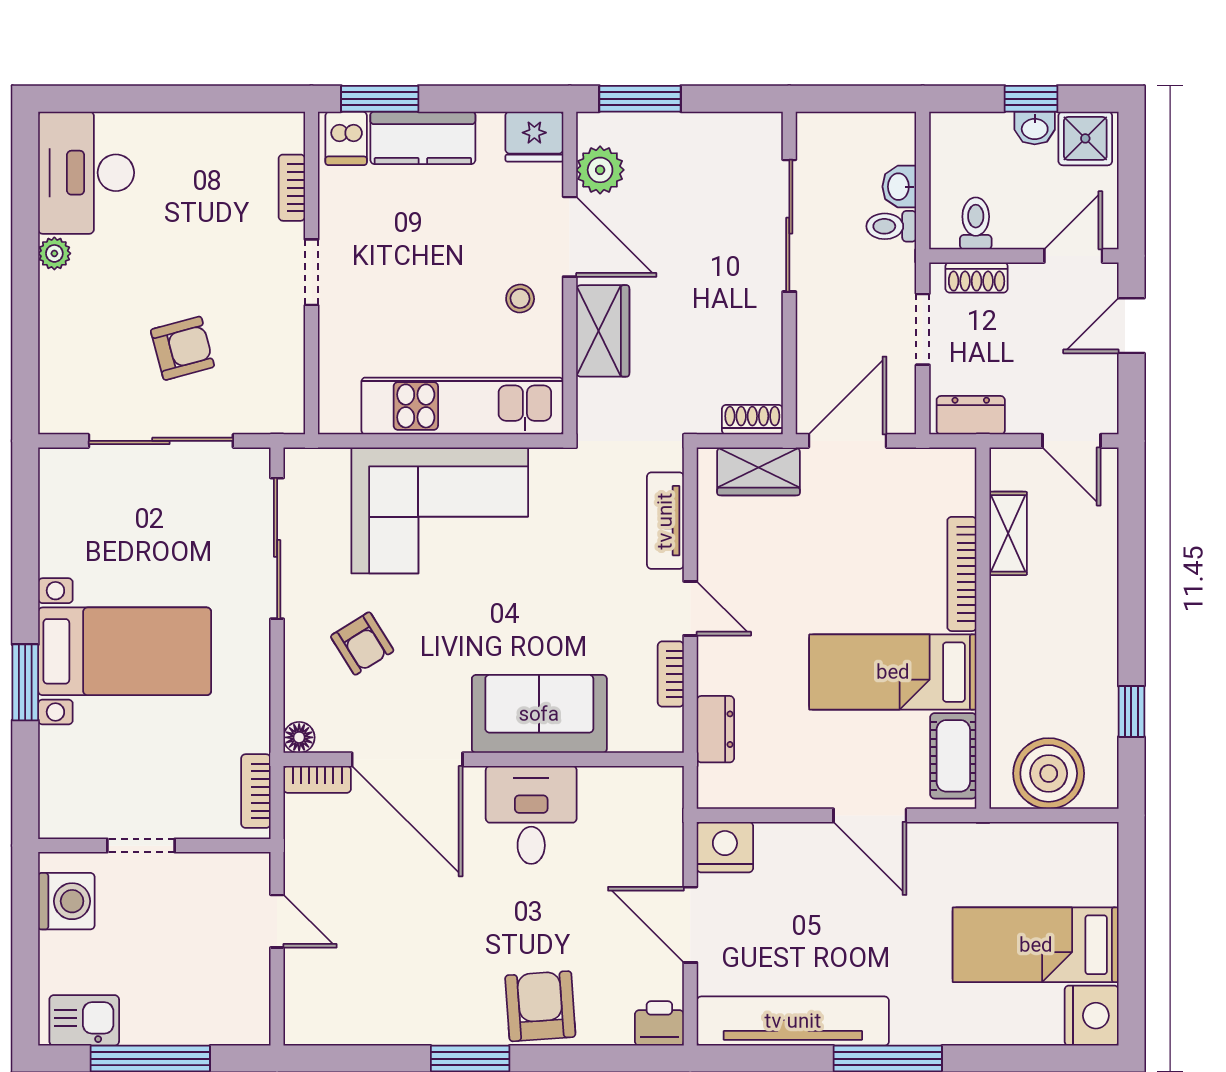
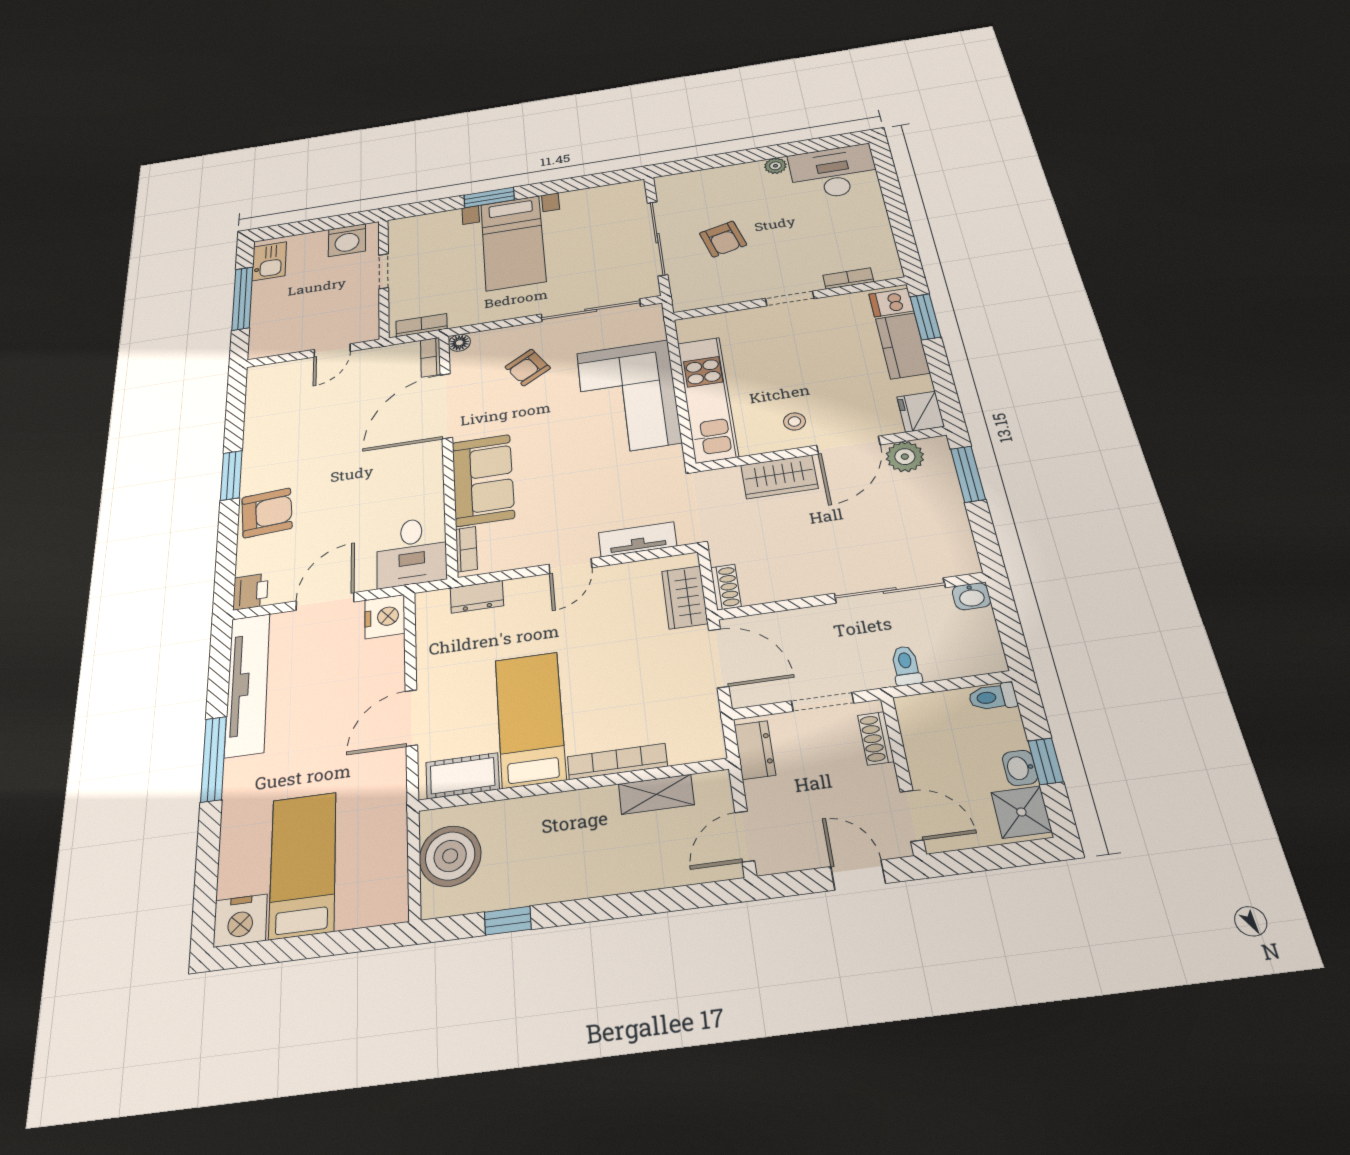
washbasin: (899, 187) -> (971, 596), moved, turned 180
toilet: (976, 223) -> (993, 697), moved, turned 180
bookcase: (671, 674) -> (466, 549), moved, turned 90
desk: (531, 815) -> (412, 552), moved, turned 90

